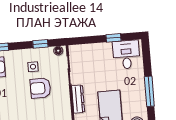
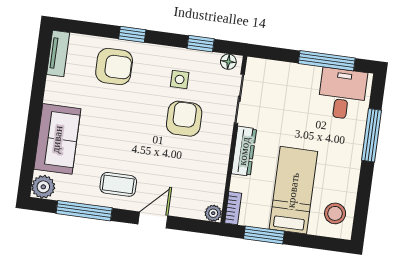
window: (113, 38) -> (327, 61), width x2.17
armchair: (40, 88) -> (184, 119), turned 90
window: (149, 91) -> (371, 135), moved

